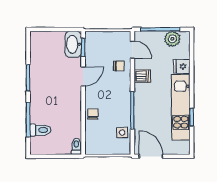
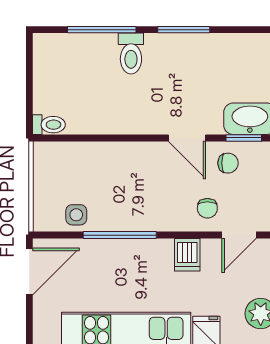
chair: (93, 114) -> (228, 163), moved
toilet: (40, 130) -> (131, 54), moved

